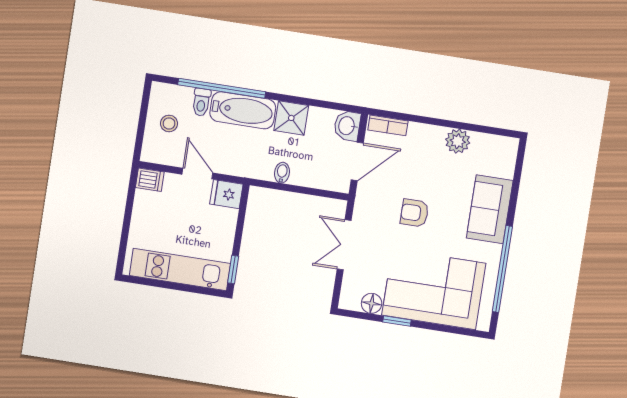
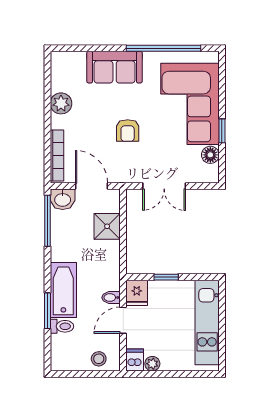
window: (222, 88) -> (47, 311), width x0.47
window: (325, 104) -> (47, 221), added
shower: (291, 118) -> (107, 226), moved
stool: (169, 123) -> (99, 359), moved
bookcase: (388, 125) -> (57, 155), width x1.56
bidet: (282, 173) -> (111, 298), moved
plant: (142, 199) -> (152, 364), added
window: (233, 270) -> (166, 277), moved

